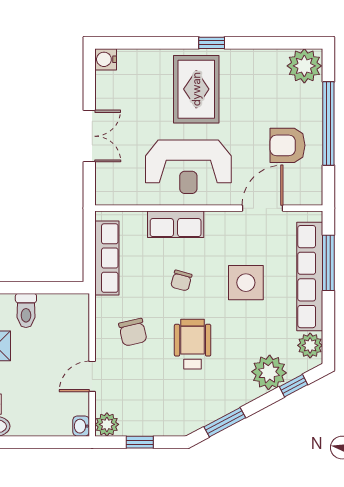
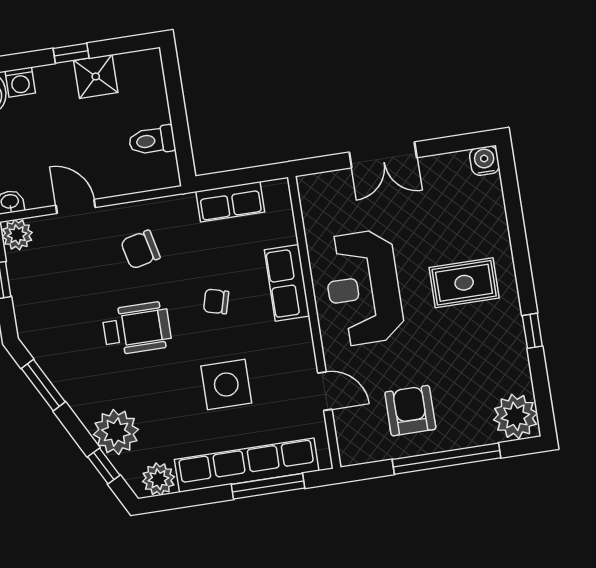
window: (212, 43) -> (532, 331), moved
rug: (196, 89) -> (464, 283), width x0.73, depth x0.70
door: (263, 208) -> (325, 391), width x0.73
row of seats: (107, 258) -> (230, 202), width x0.68
toilet: (26, 310) -> (152, 141), moved

